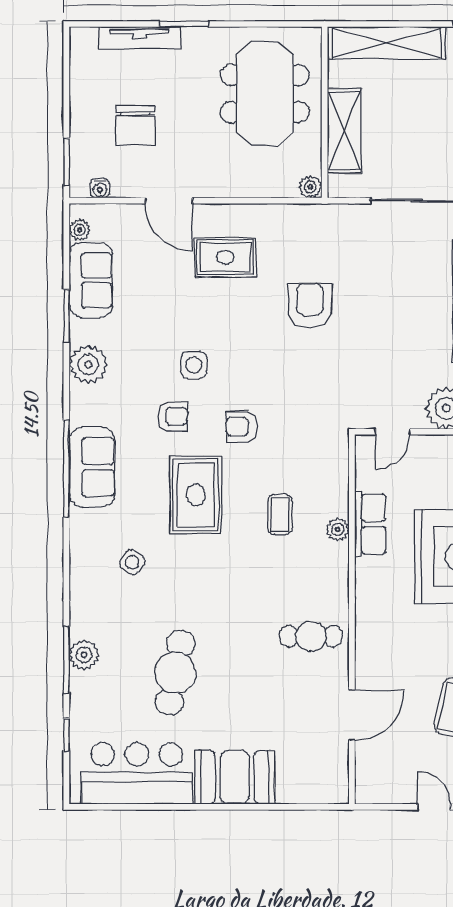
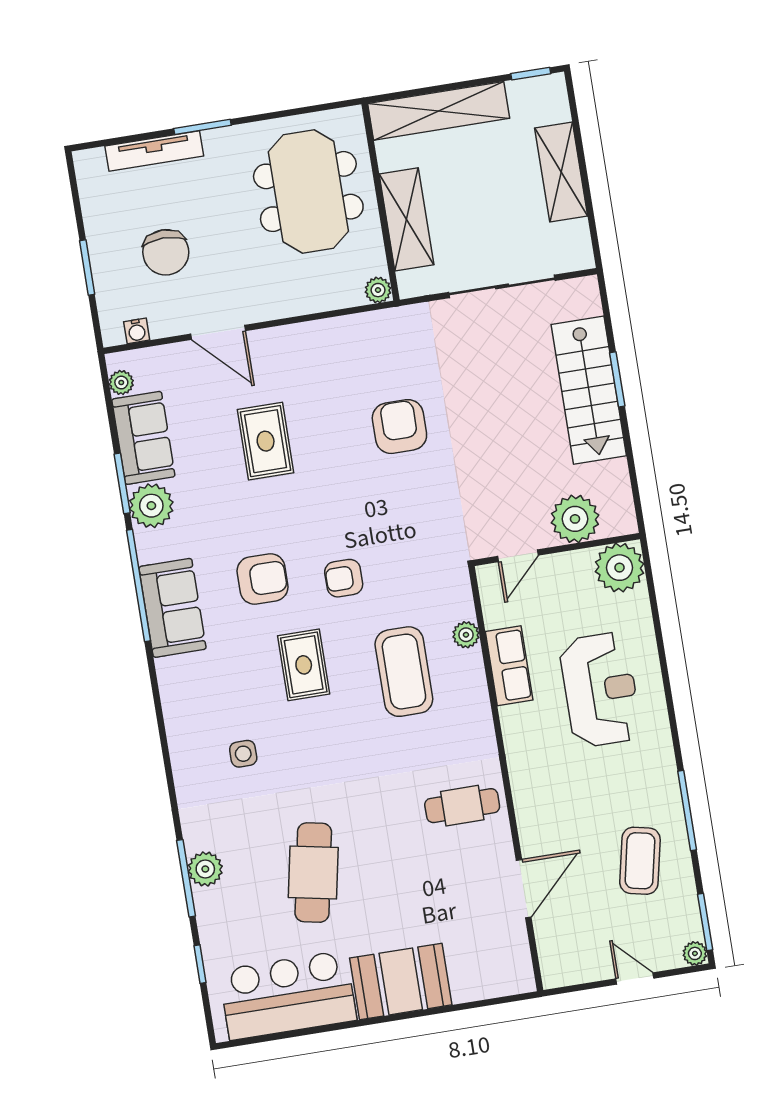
window: (66, 162) -> (87, 267), moved
rug: (225, 257) -> (266, 441), moved, turned 90
plant: (88, 365) -> (151, 506), moved
side table: (194, 365) -> (277, 516), removed
armchair: (173, 416) -> (262, 579), width x1.38, depth x1.38
sofa: (92, 467) -> (172, 608), moved
window: (66, 469) -> (139, 585), moved
rug: (196, 495) -> (304, 665), width x0.73, depth x0.70
coffee table: (280, 514) -> (404, 672), width x1.86, depth x1.72
plant: (338, 529) -> (466, 635), moved
side table: (132, 562) -> (243, 754), turned -36

